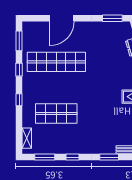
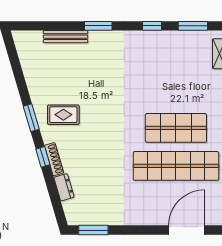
door: (62, 18) -> (187, 230), moved
shop shelf: (56, 114) -> (176, 128), moved

